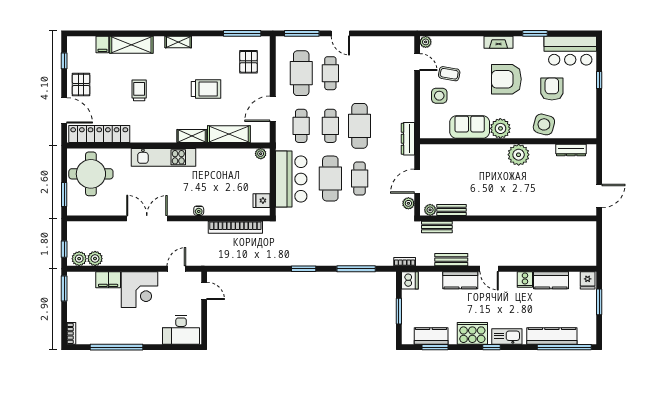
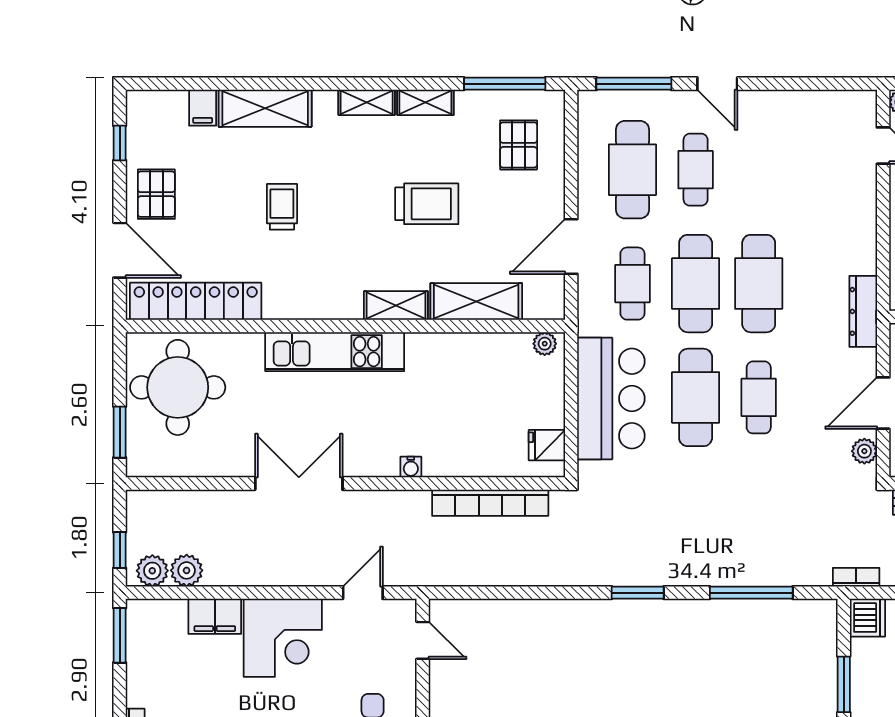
shelving: (205, 42) -> (425, 102), added
cafe table: (330, 126) -> (696, 284), width x1.37, depth x1.35

